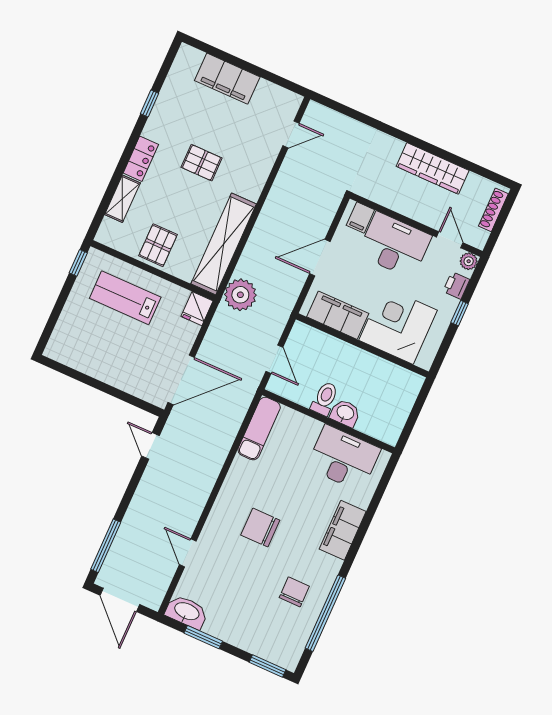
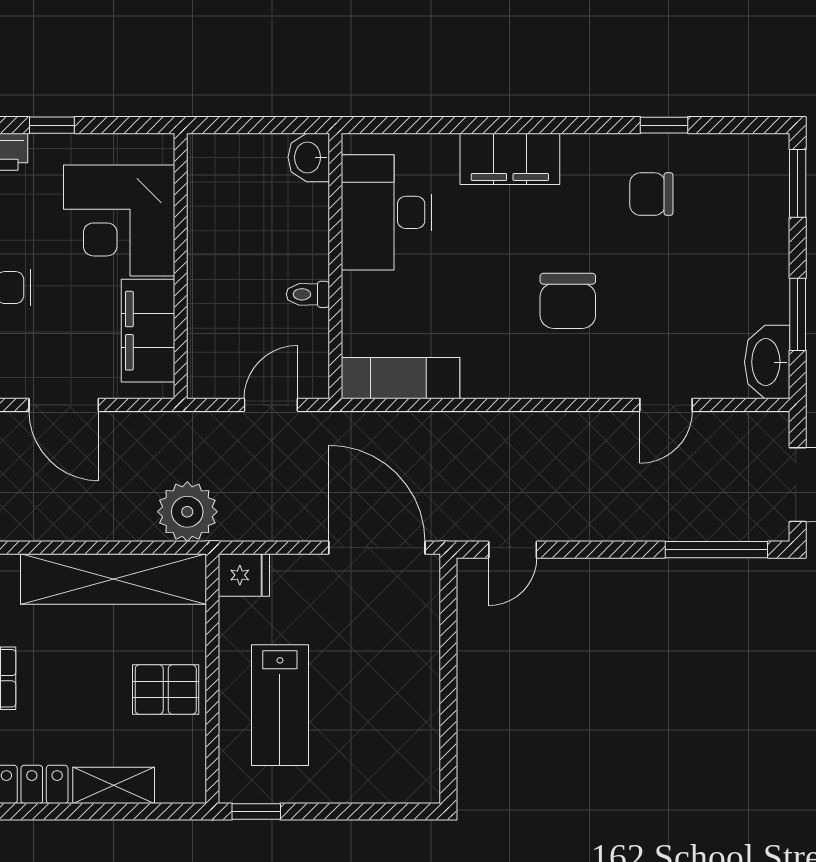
toilet: (325, 399) -> (308, 294), width x0.73, depth x0.72
washbasin: (345, 413) -> (309, 157), moved
window: (325, 613) -> (664, 125), width x0.32

